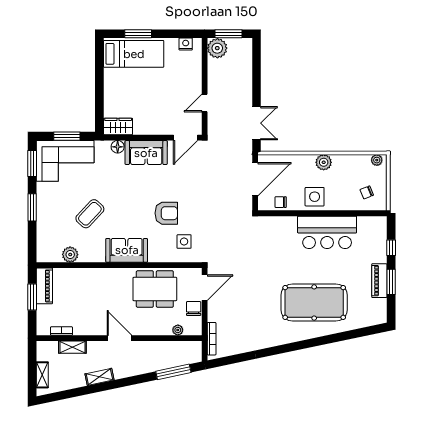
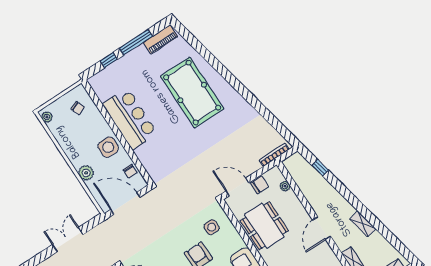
double door: (256, 123) -> (68, 240), moved
plant: (324, 162) -> (86, 173), moved
piano: (379, 281) -> (160, 39), moved
window: (391, 282) -> (136, 42), width x1.44
chair: (194, 309) -> (260, 185), turned 180
window: (173, 372) -> (320, 168), width x0.46

